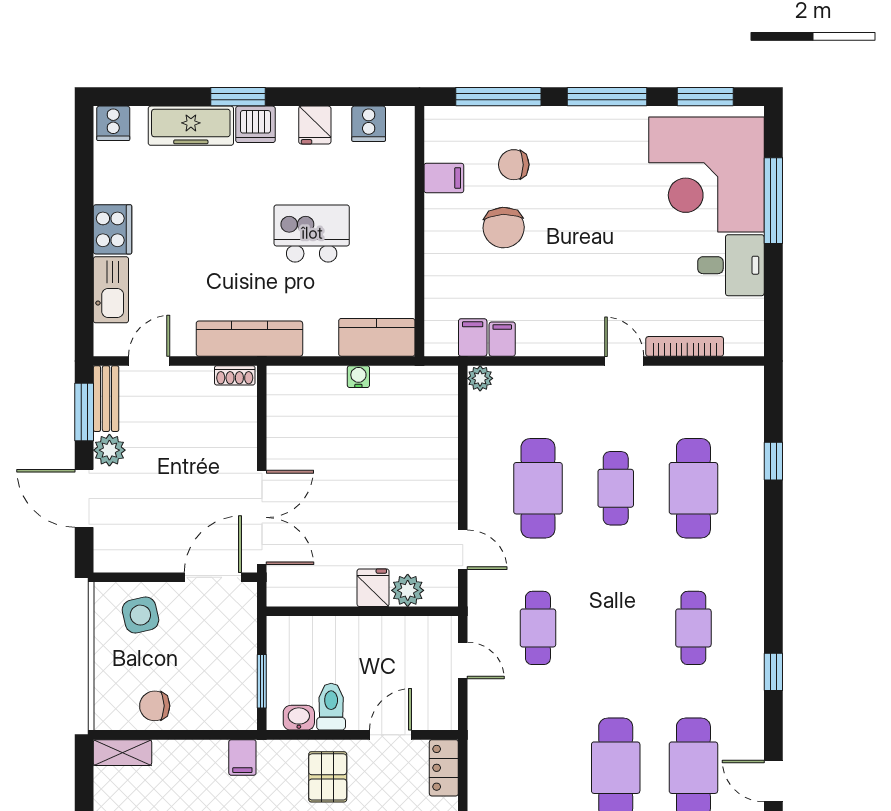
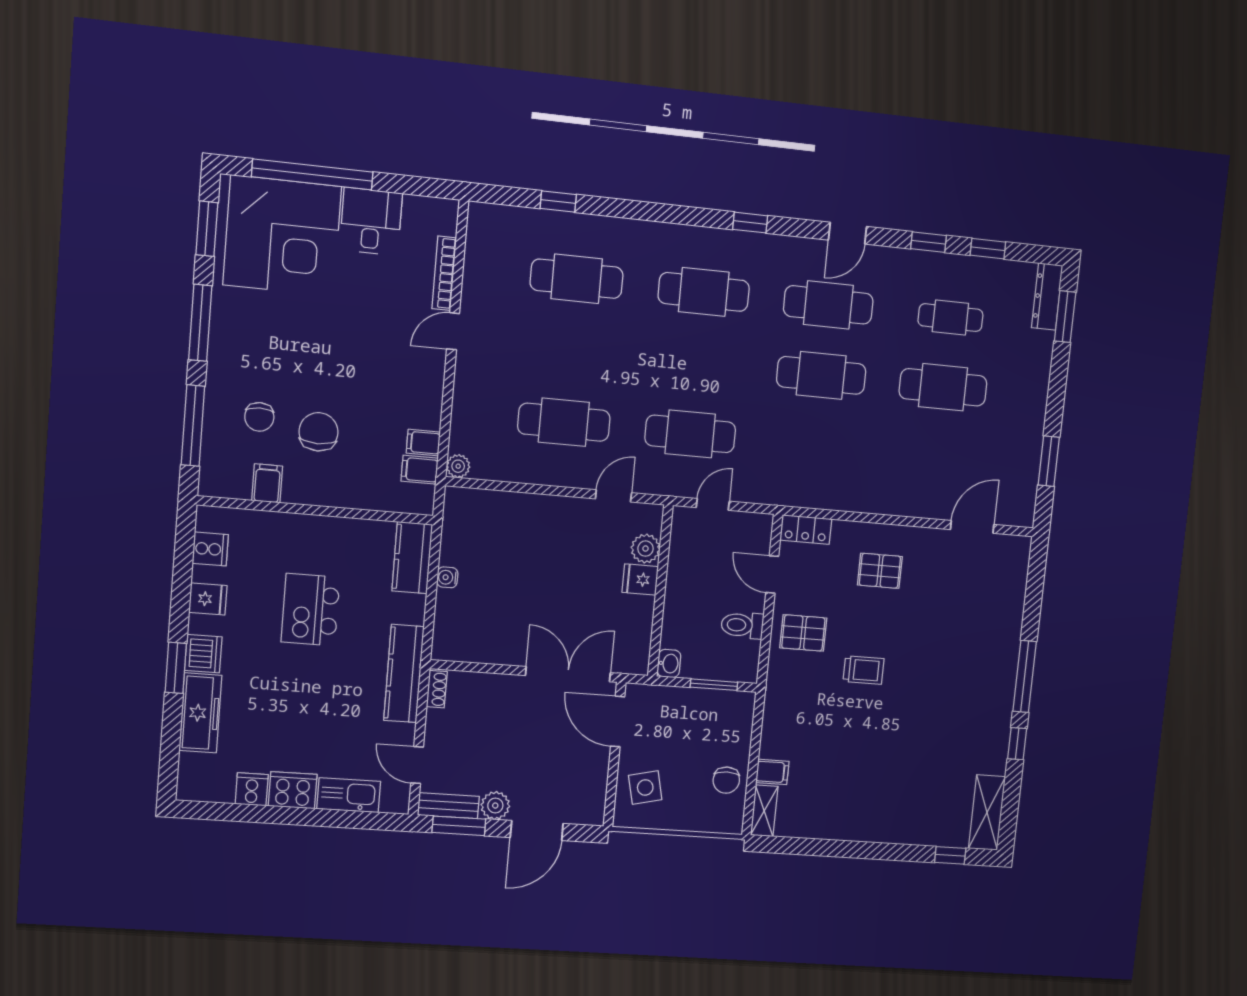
cooker: (113, 123) -> (252, 789), moved, turned -90
window: (773, 201) -> (312, 174), width x1.46
chair: (504, 228) -> (319, 432), turned -88
cafe table: (616, 488) -> (570, 351), removed
cafe table: (538, 628) -> (690, 434), width x1.37, depth x1.35
cafe table: (693, 628) -> (704, 292), width x1.37, depth x1.35
washbasin: (299, 718) -> (669, 663), moved, turned 180
filing cabinet: (242, 757) -> (772, 772), moved

